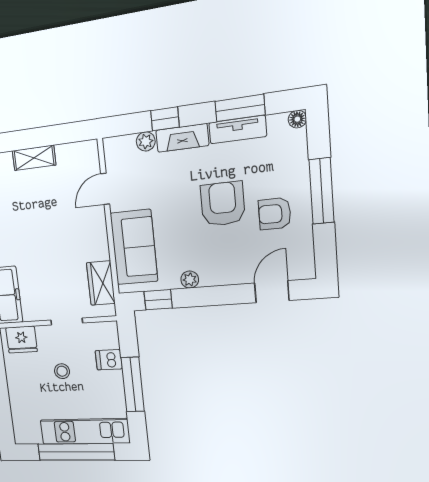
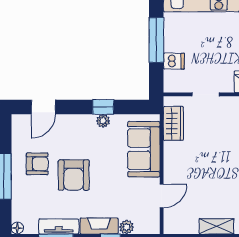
window: (158, 300) -> (103, 107), moved
stool: (62, 371) -> (215, 53), removed

